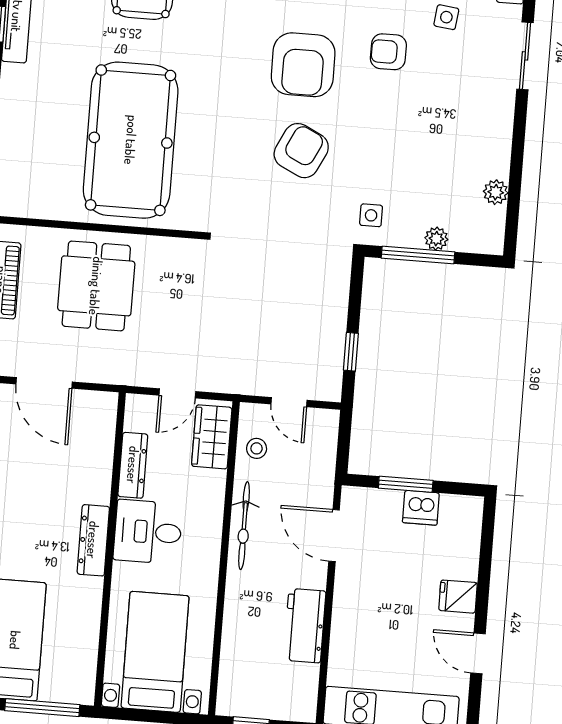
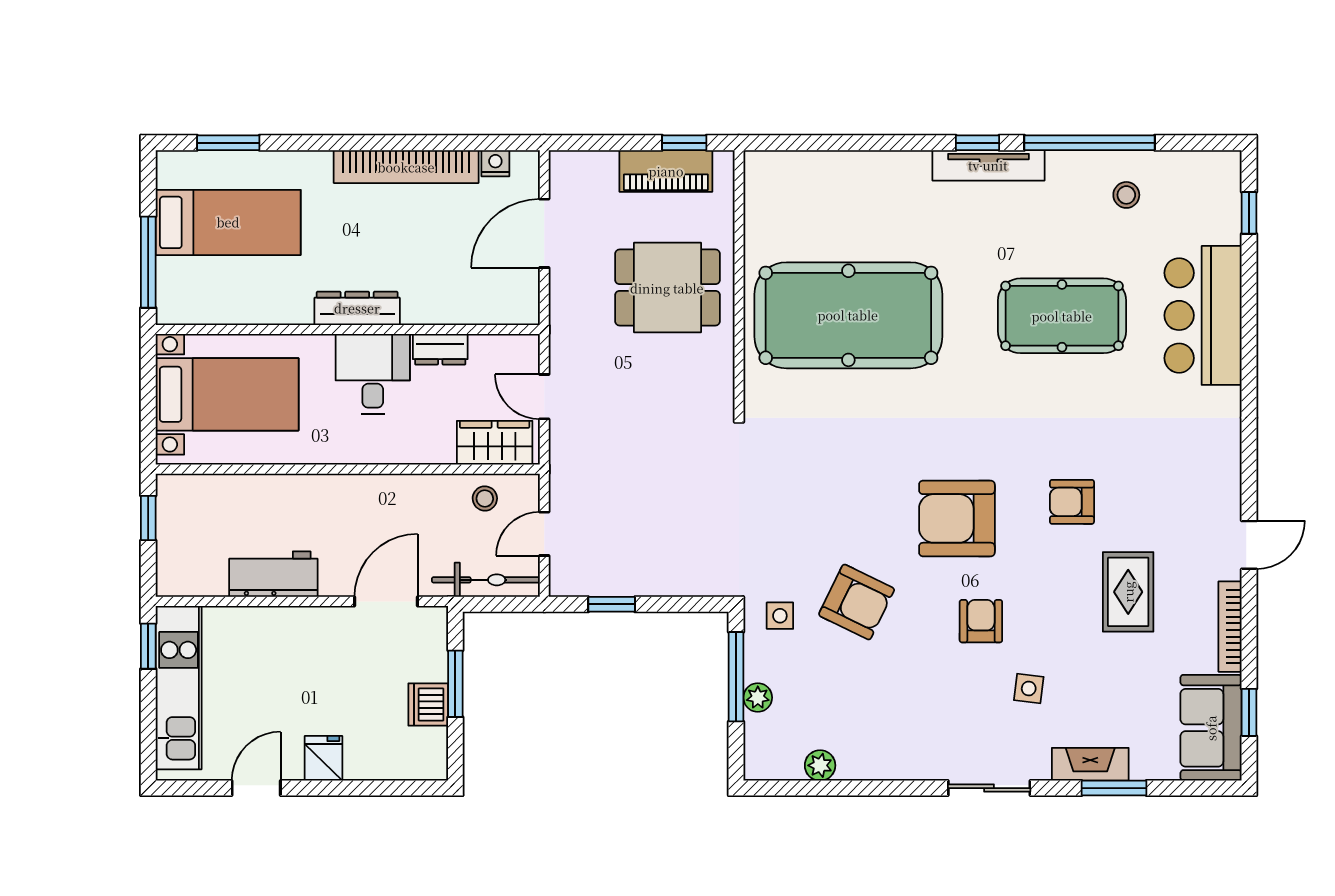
armchair: (301, 151) -> (857, 602), moved
dresser: (133, 465) -> (440, 349), width x0.70
bicycle: (244, 526) -> (486, 580), moved, turned 180

